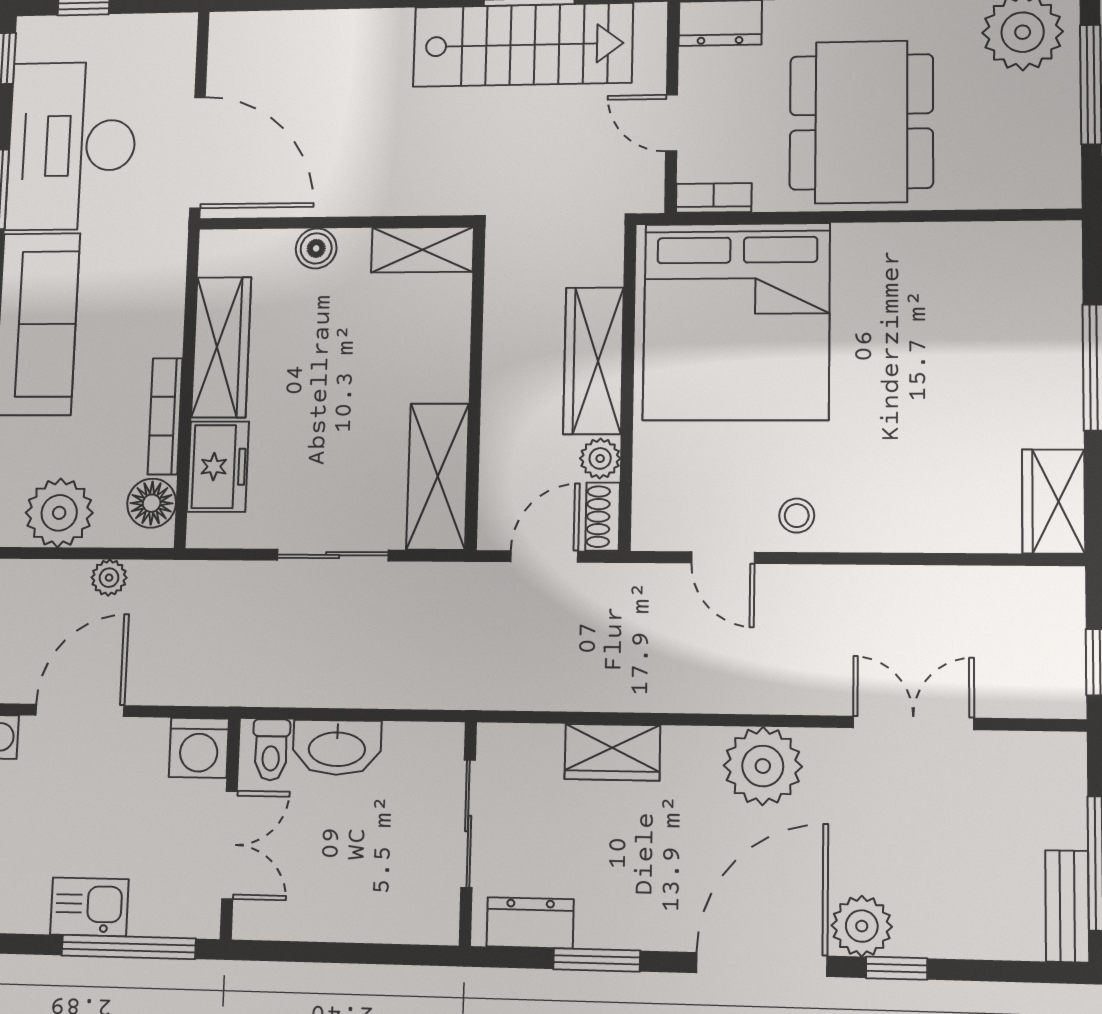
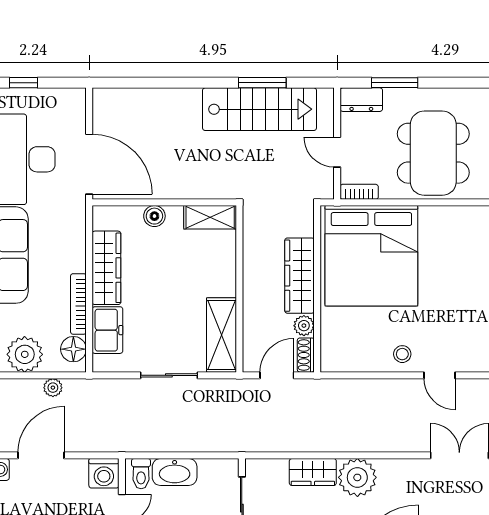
door: (723, 558) -> (439, 375), moved
plant: (763, 766) -> (357, 477), moved

